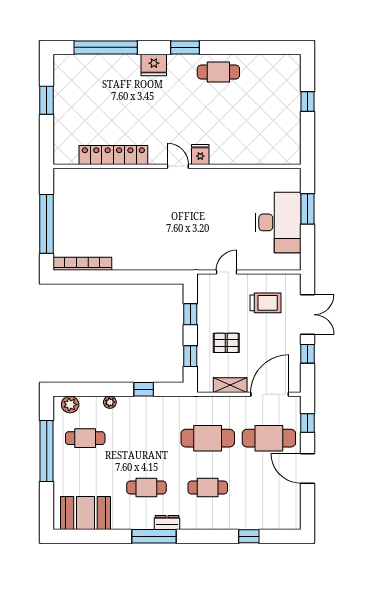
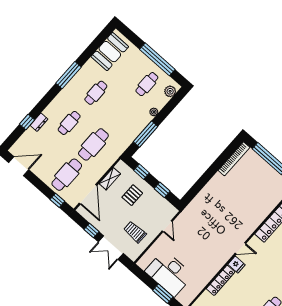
locker: (234, 157) -> (221, 280), added
trolley: (265, 303) -> (135, 232), turned 90
window: (144, 389) -> (146, 134), width x2.17
door: (308, 469) -> (19, 166), moved
dresser: (167, 523) -> (39, 122), moved

